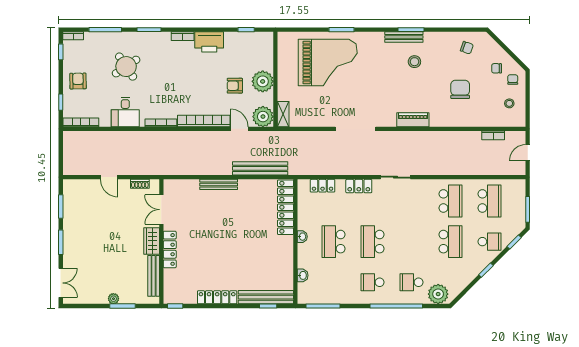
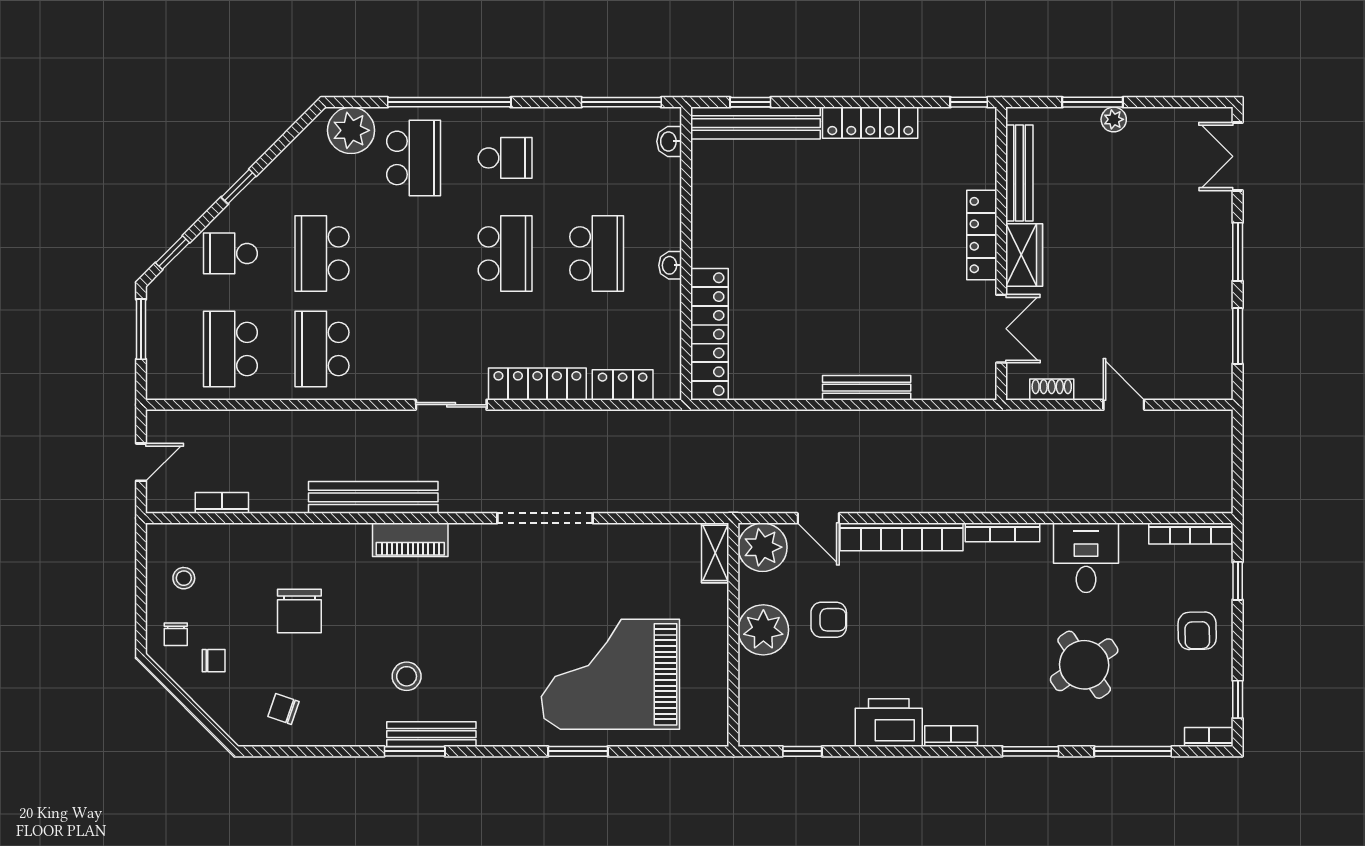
bench: (260, 168) -> (373, 497), moved
locker: (359, 186) -> (537, 384), width x1.53
washbasin: (303, 275) -> (669, 141), moved
school desk: (411, 282) -> (414, 158), width x1.85

